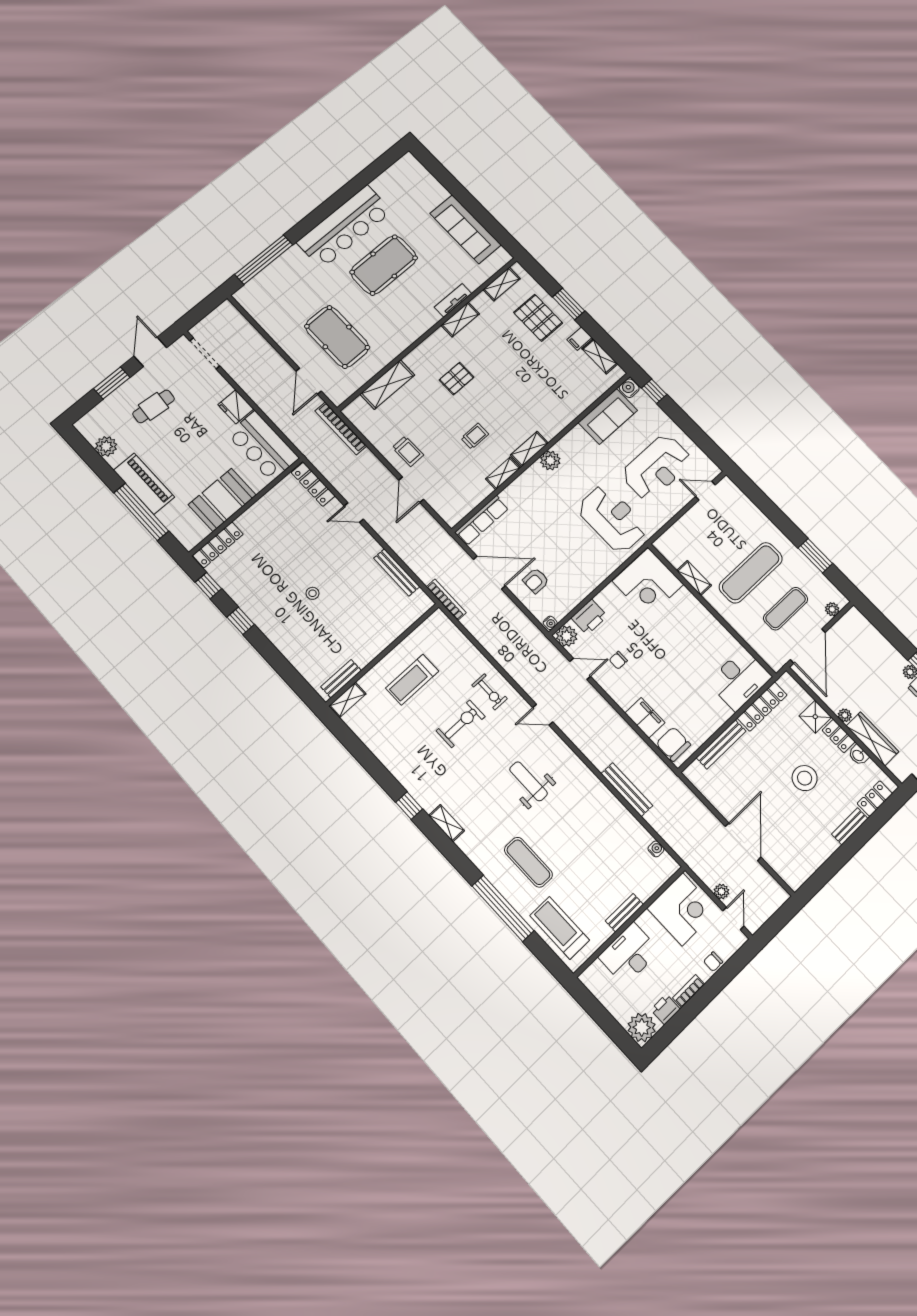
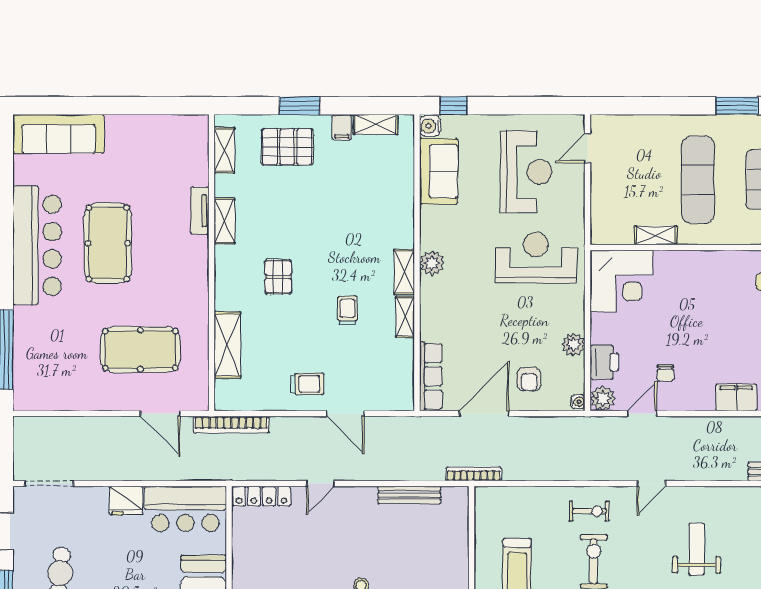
sofa: (466, 229) -> (59, 134), moved
plant: (582, 588) -> (573, 344), added
weight bench: (529, 781) -> (697, 549), turned 90

